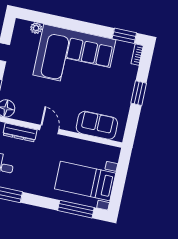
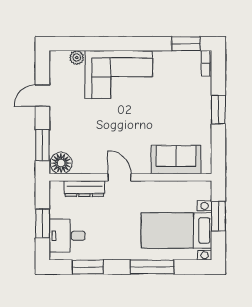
corner sofa: (74, 57) -> (119, 74), width x0.73, depth x0.74
window: (121, 177) -> (218, 216), added
window: (76, 209) -> (152, 267), moved

